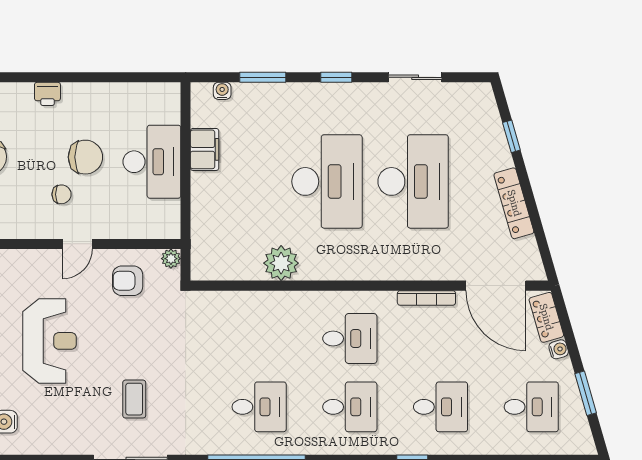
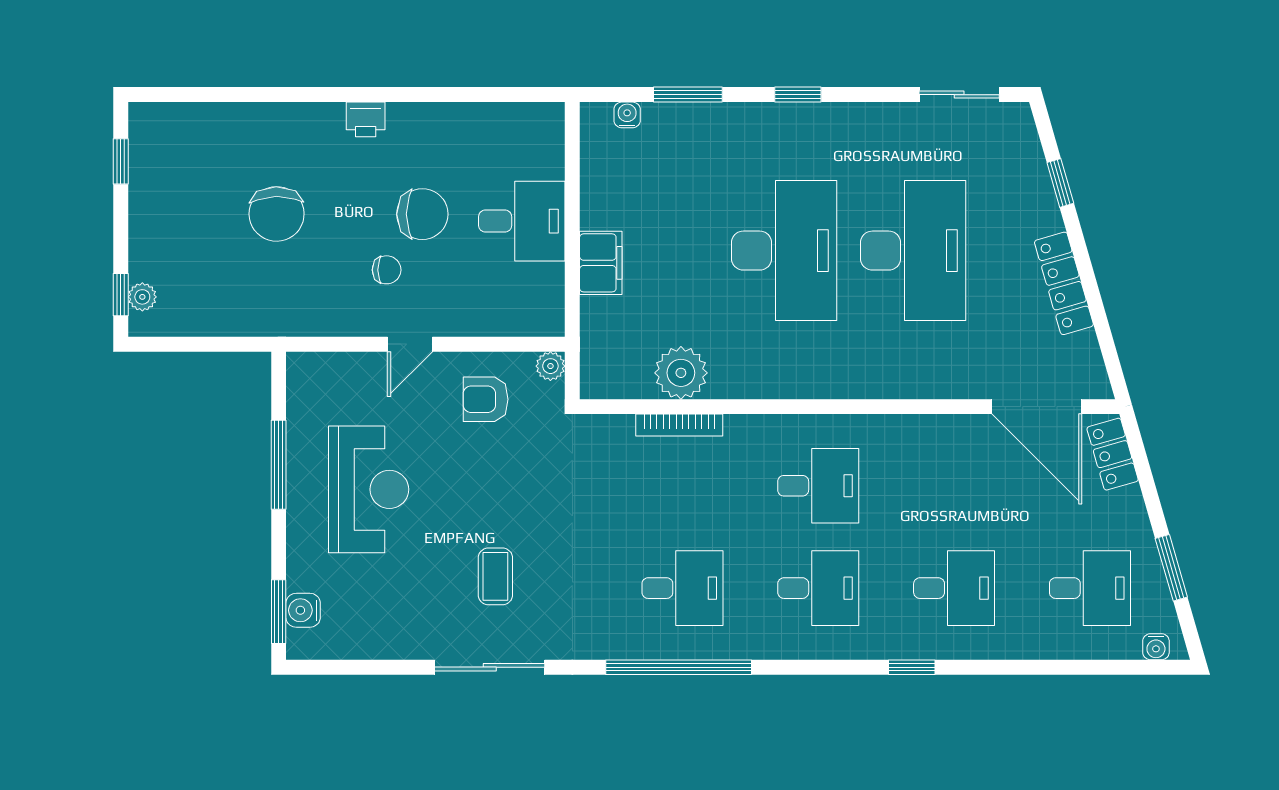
sliding door: (415, 77) -> (959, 95), moved
filing cabinet: (205, 149) -> (601, 263), moved
desk: (152, 162) -> (522, 221), width x0.73
plant: (281, 263) -> (681, 373), moved
bookcase: (426, 298) -> (679, 425), moved
water cooler: (559, 349) -> (1156, 647), moved, turned 106

